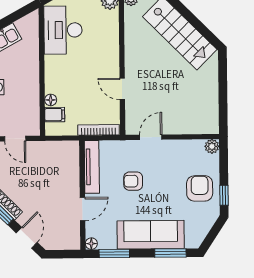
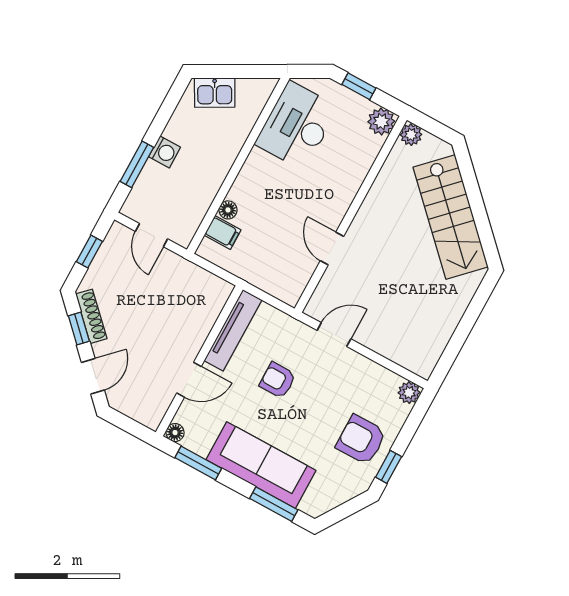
bookcase: (99, 130) -> (270, 286), removed
armchair: (200, 188) -> (361, 440), turned -90

